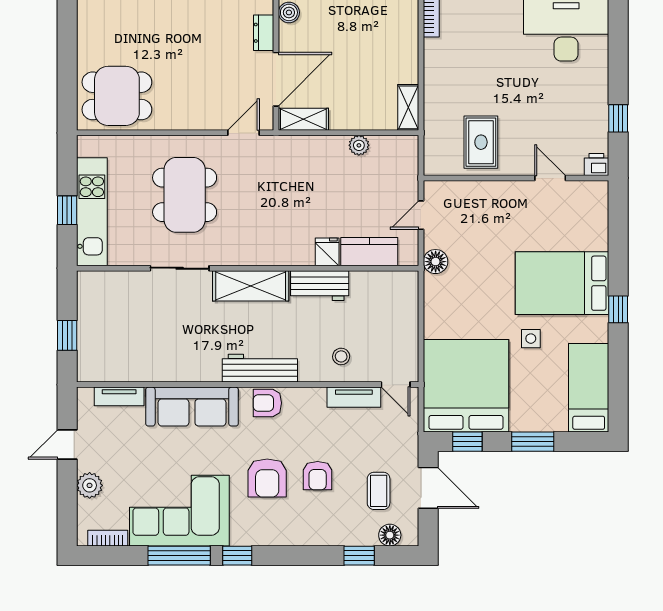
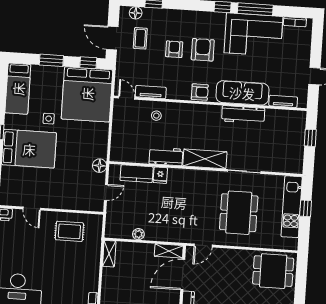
rug: (481, 142) -> (69, 231), turned 90
workbench: (260, 368) -> (243, 115), moved
plant: (90, 485) -> (303, 52), removed

